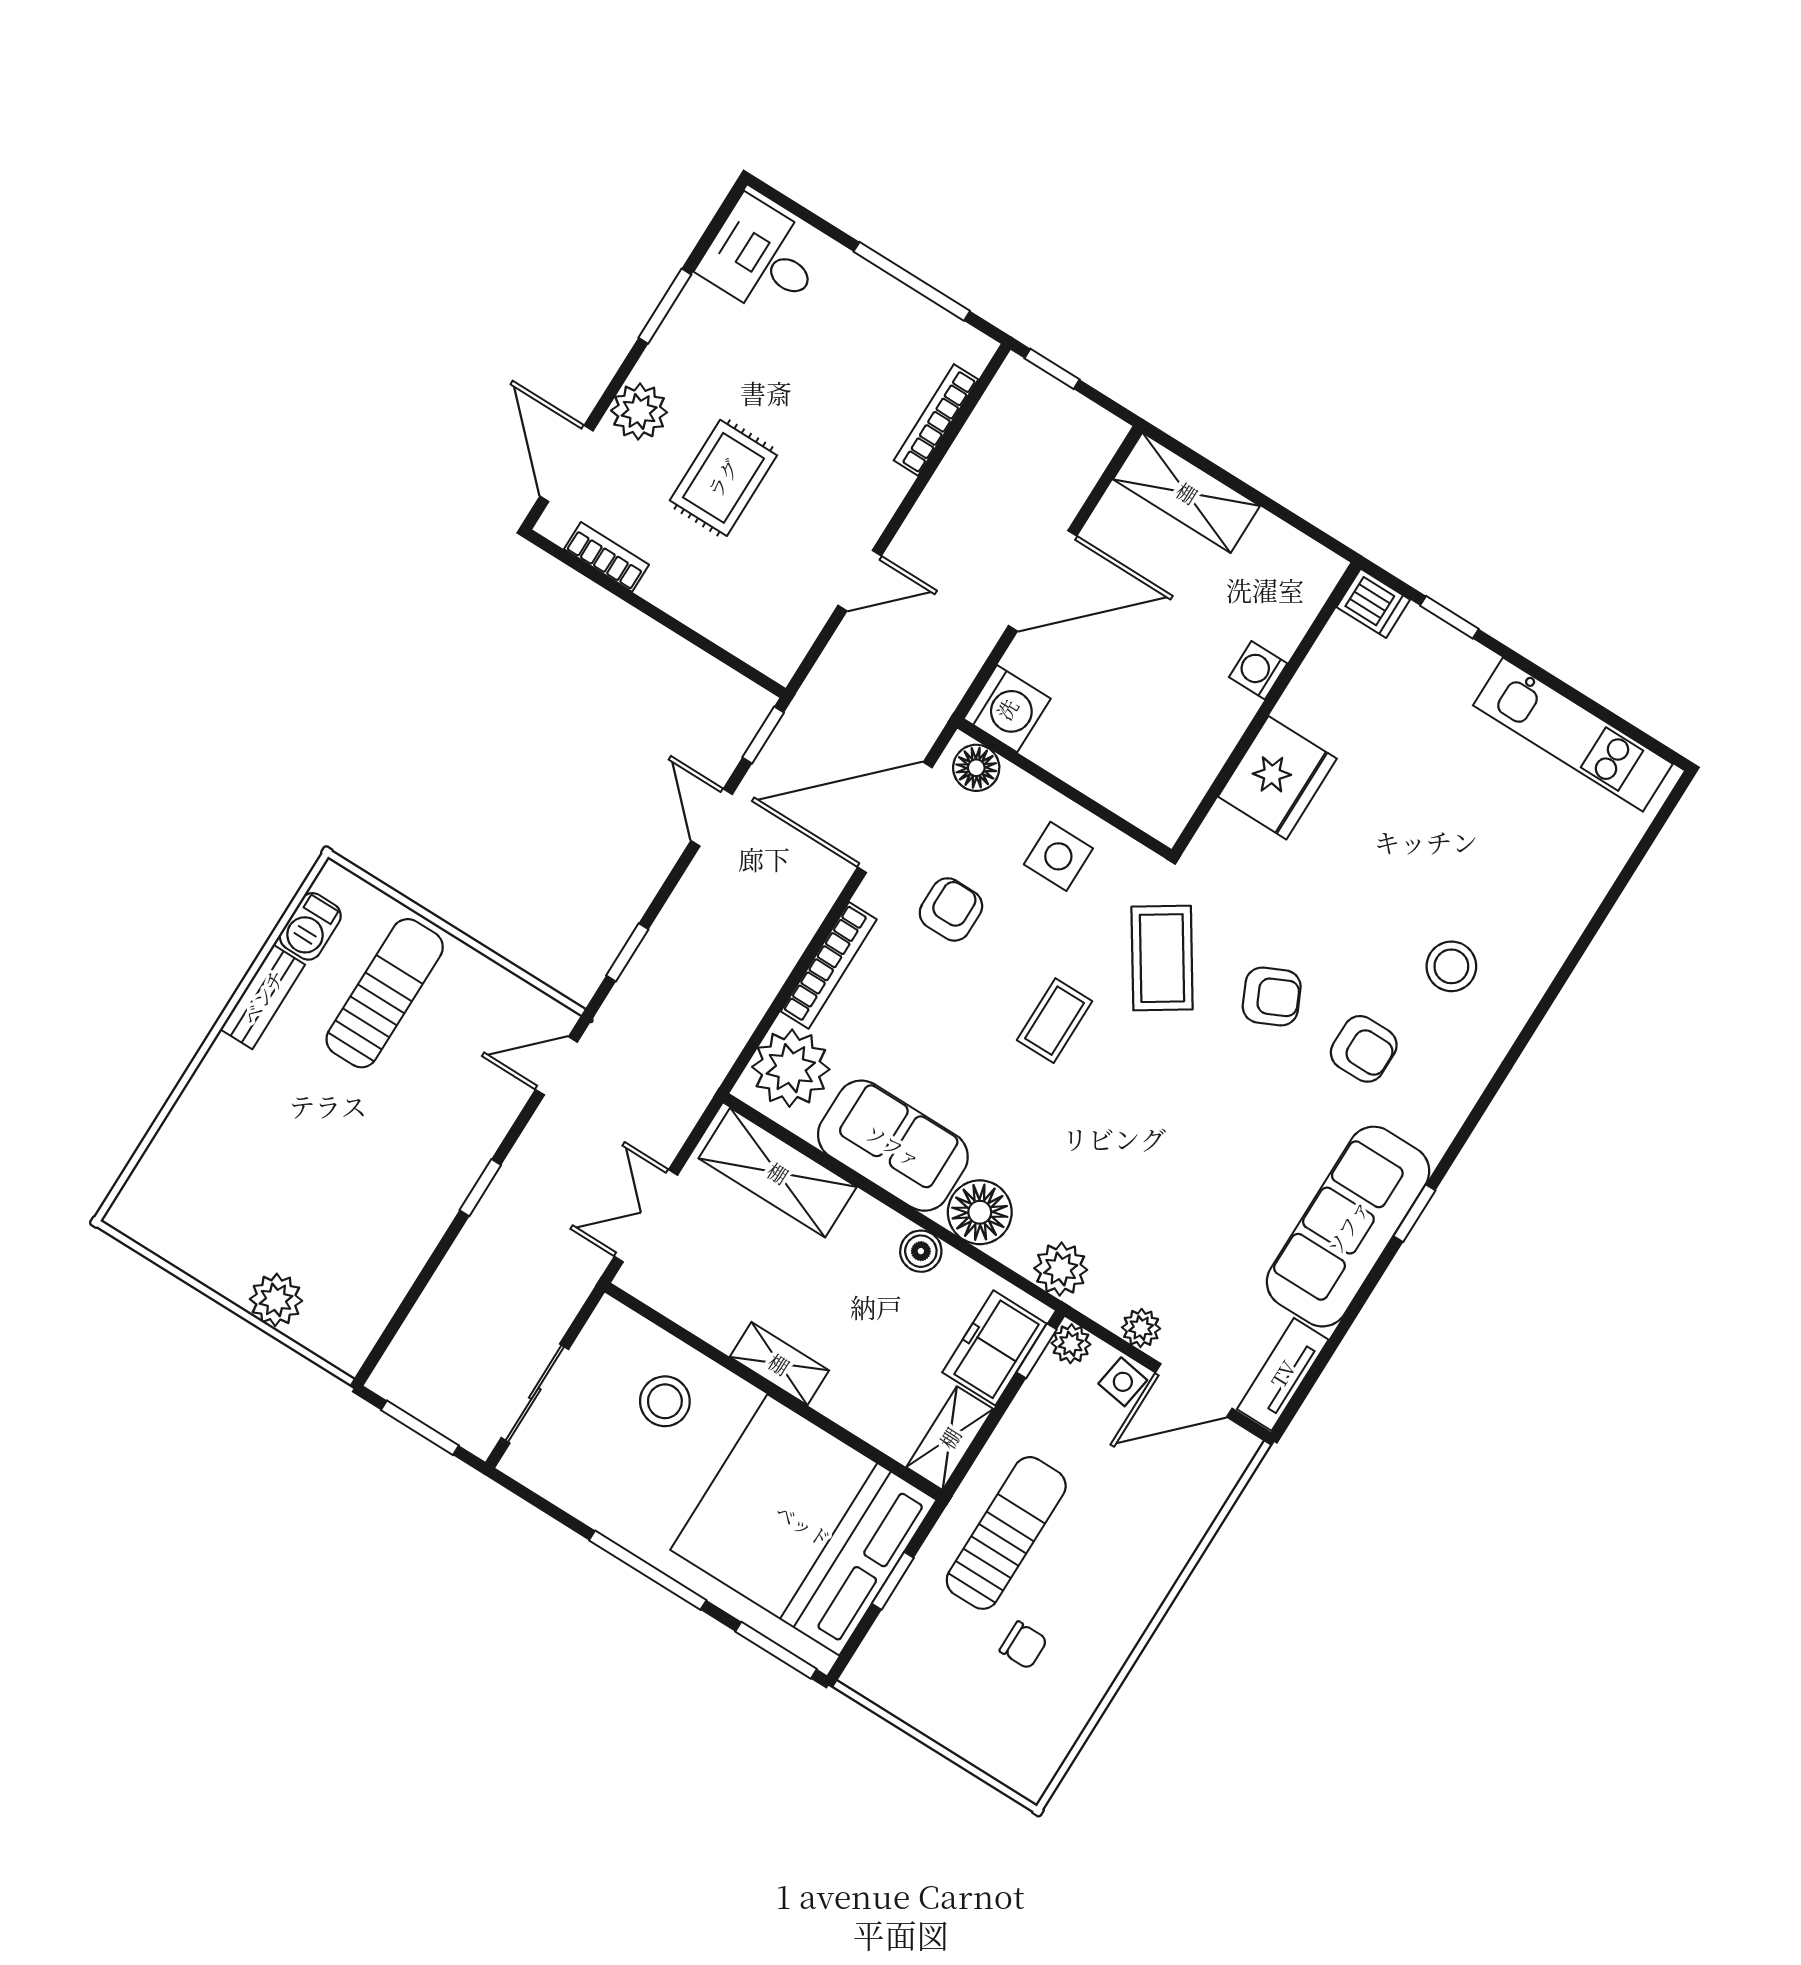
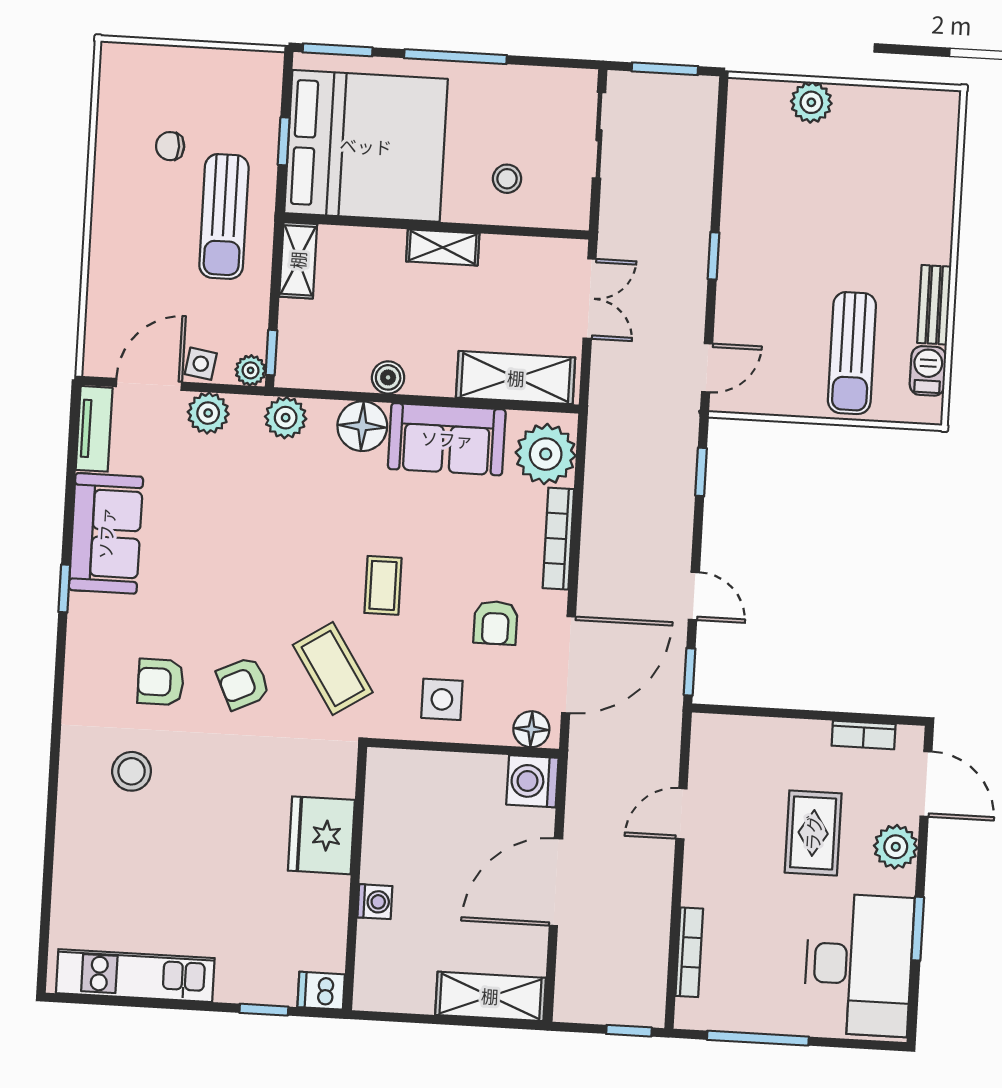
desk: (762, 258) -> (859, 965), width x1.87, depth x1.30
sofa: (1348, 1227) -> (106, 533), width x0.73
plant: (1141, 1328) -> (208, 413), width x1.38, depth x1.38
freezer: (994, 1348) -> (301, 339), removed
stool: (665, 1401) -> (507, 179), width x0.73, depth x0.73

